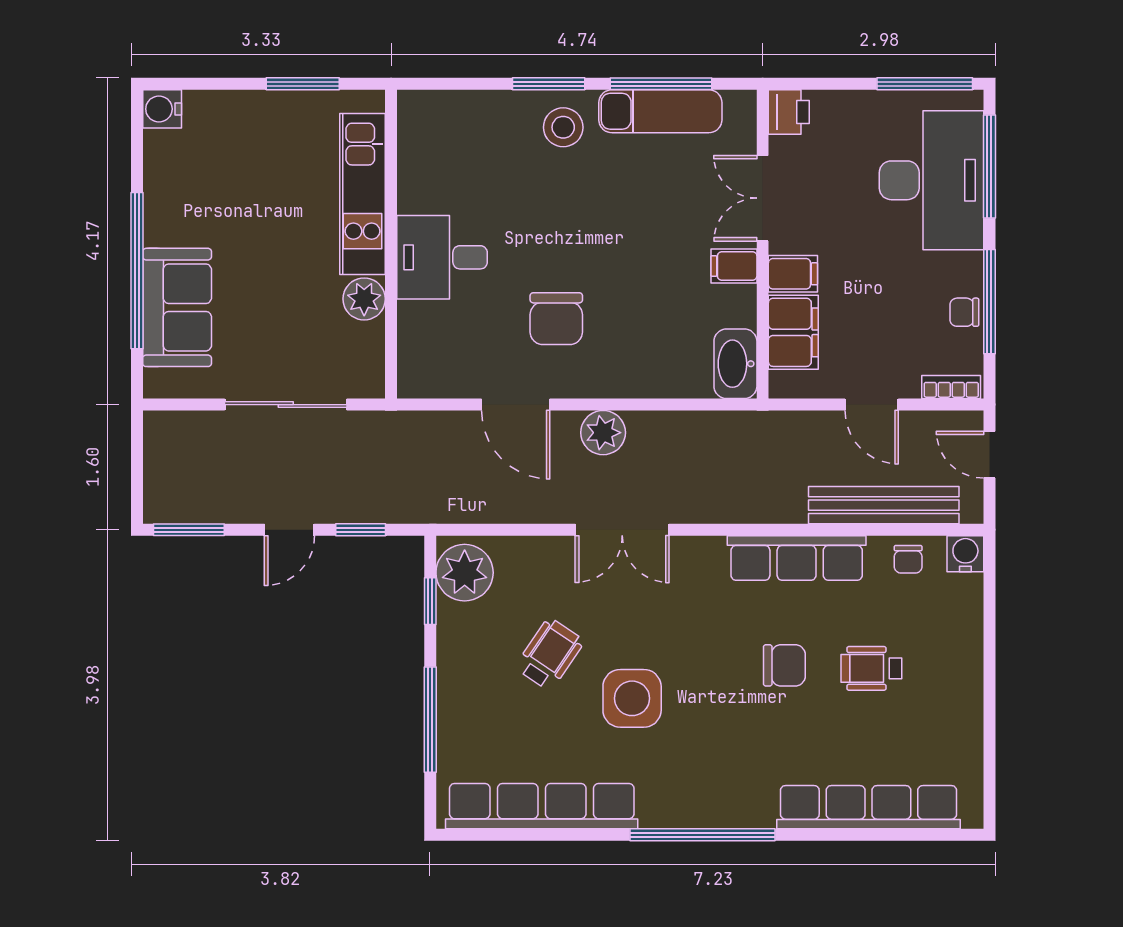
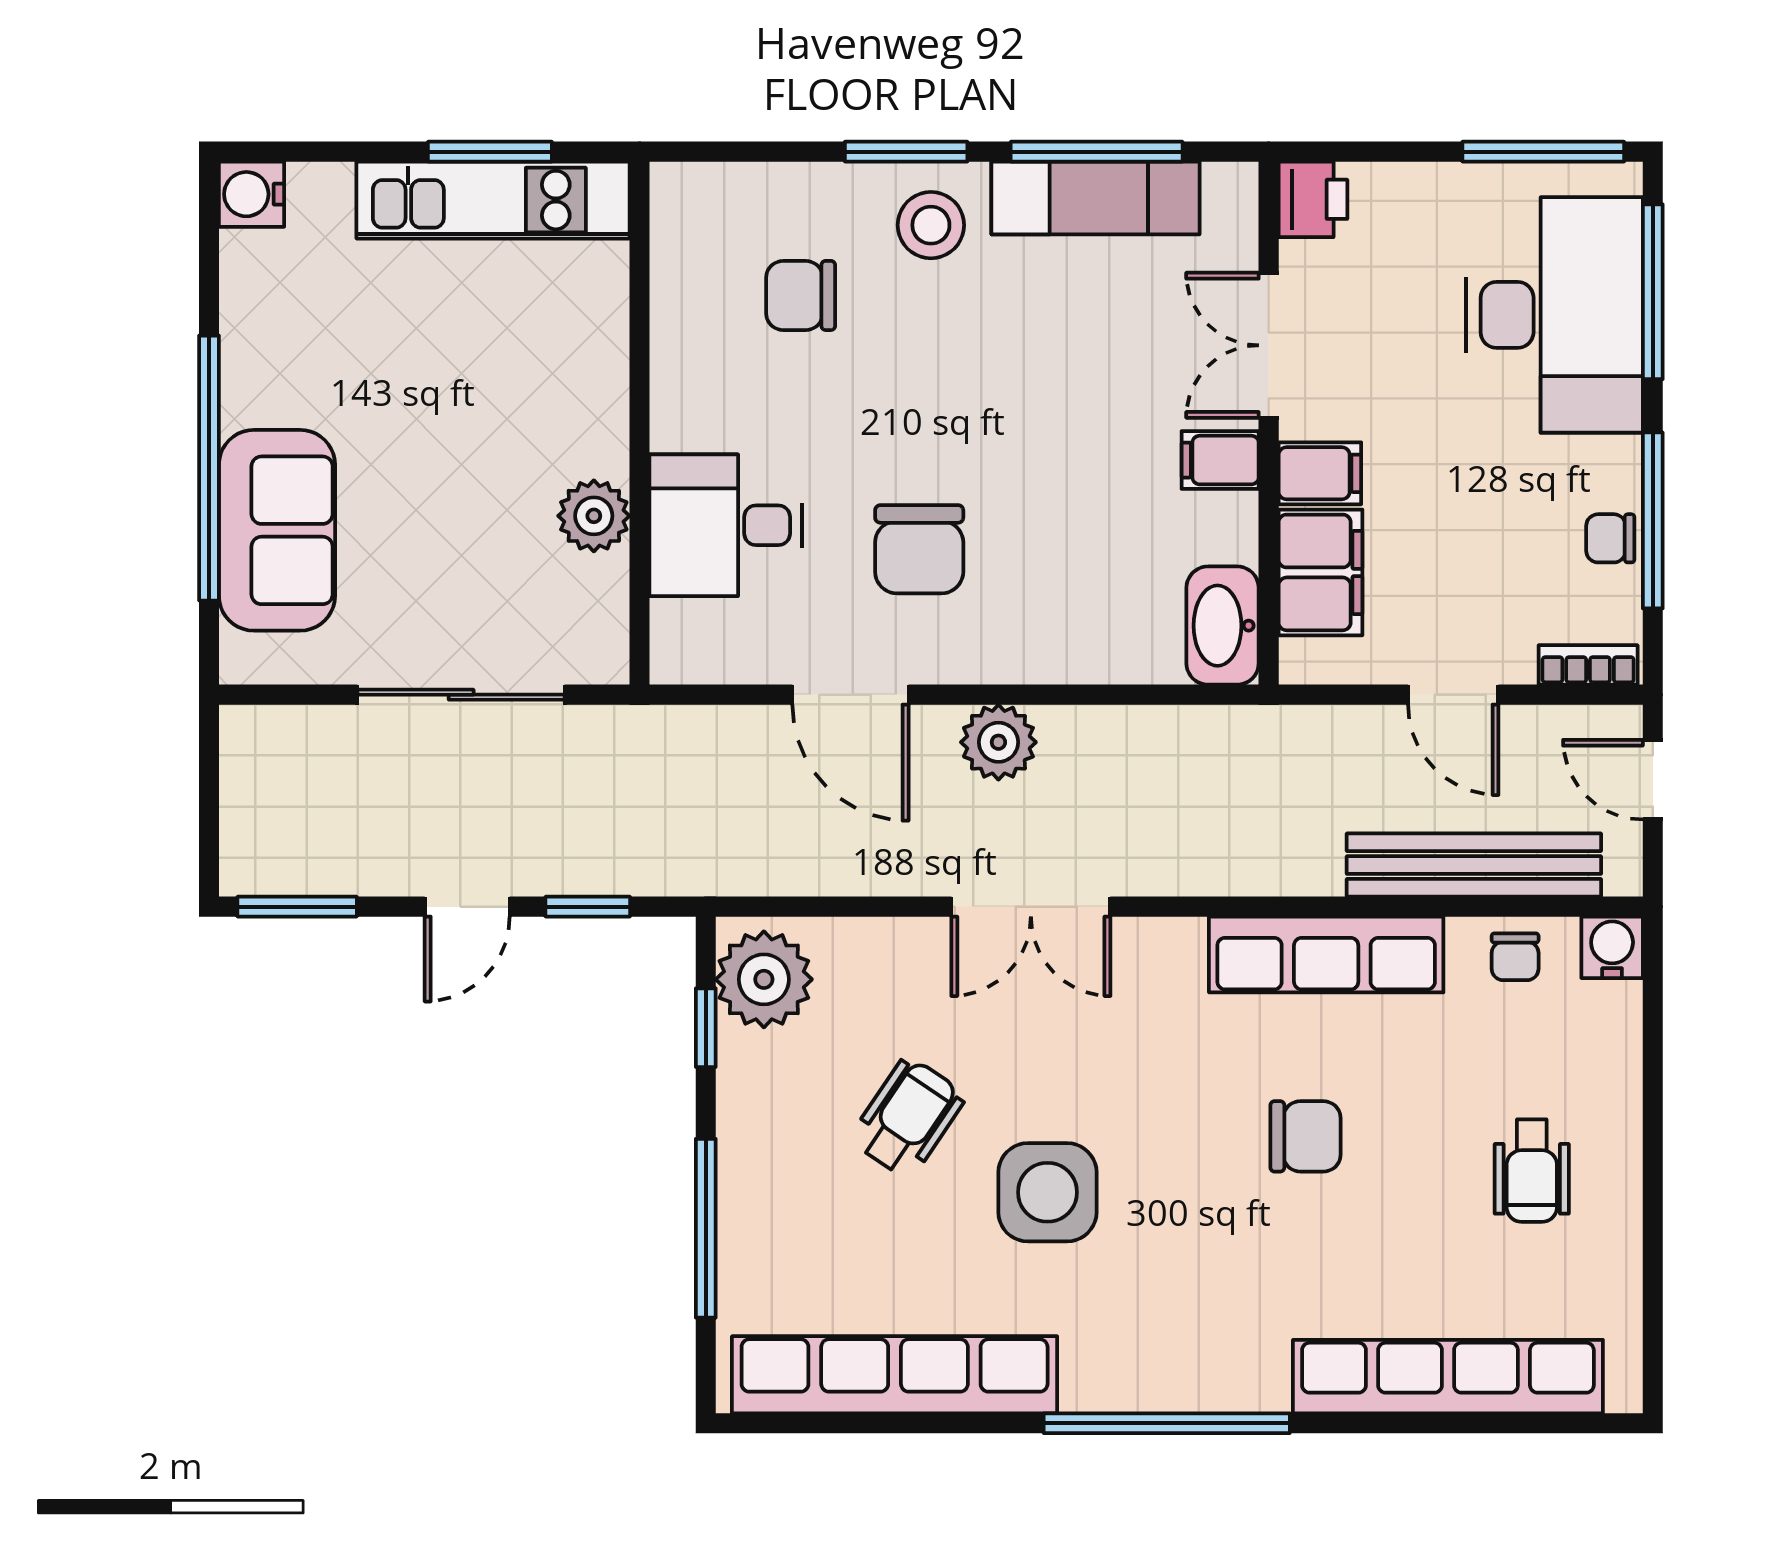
chair: (486, 169) -> (801, 295), added
kitchen unit: (363, 194) -> (493, 200), moved, turned -90
desk: (442, 257) -> (726, 525), moved
wheelchair: (871, 668) -> (1532, 1171), moved, turned -90

